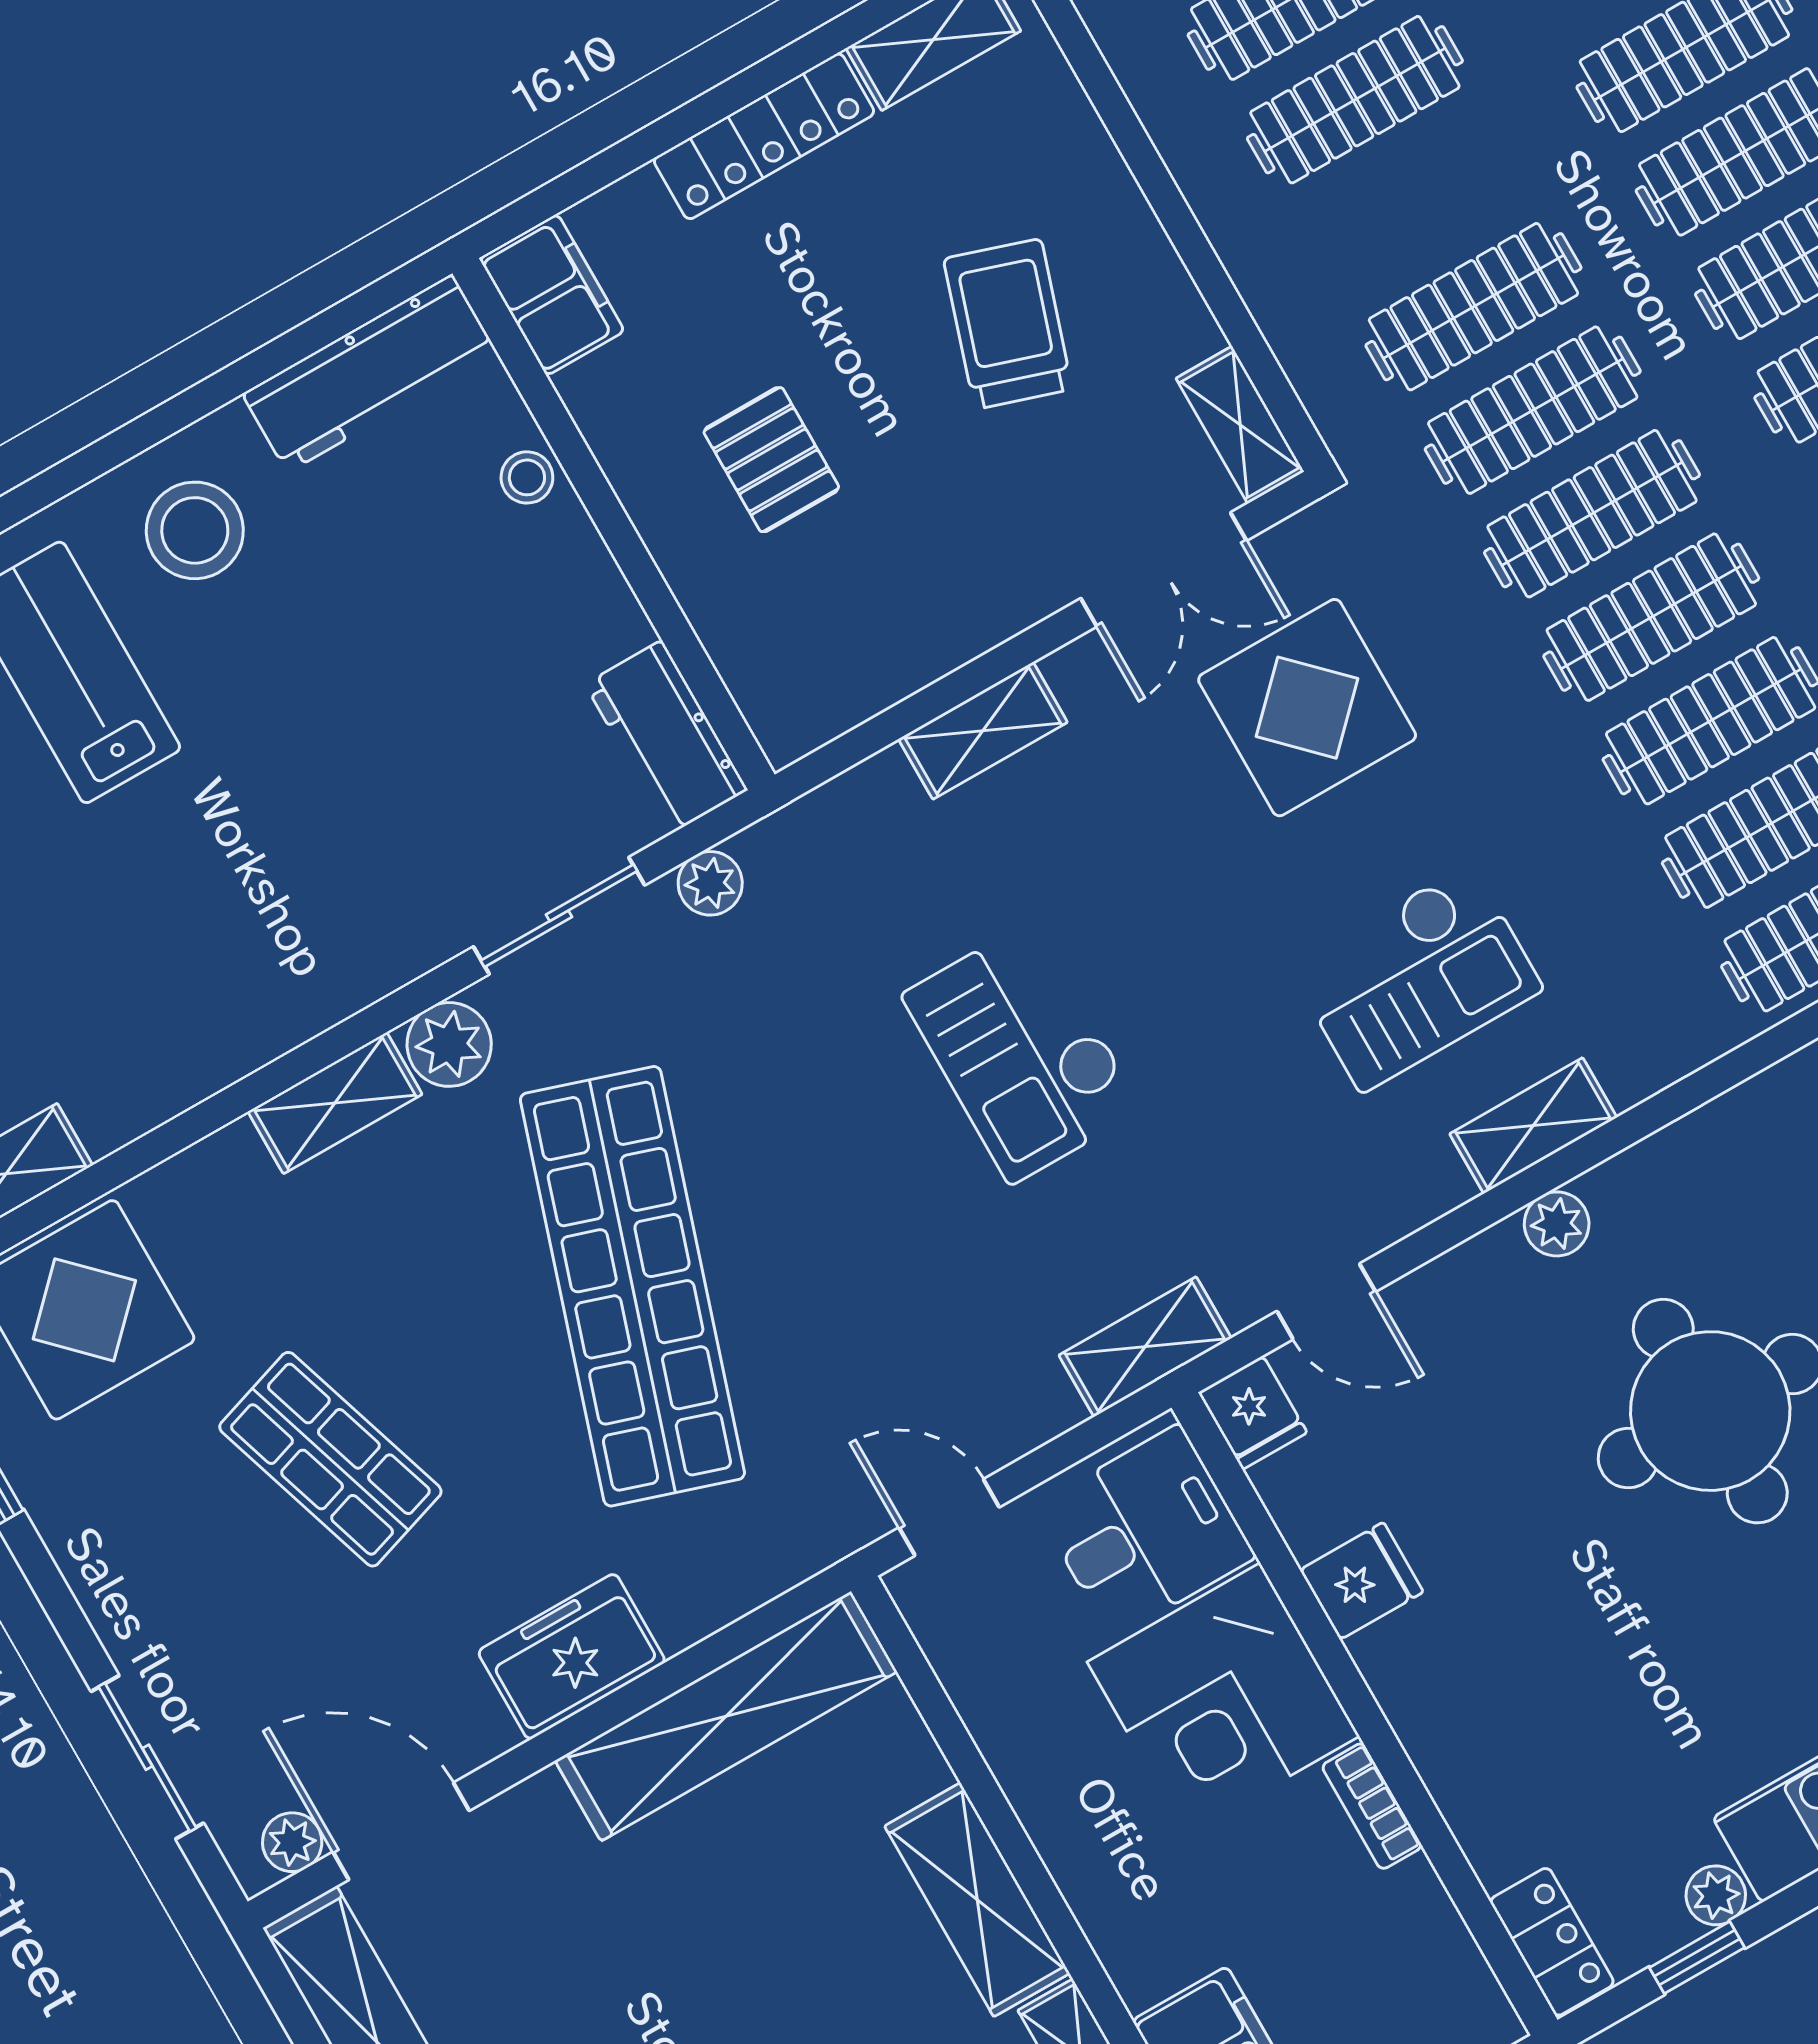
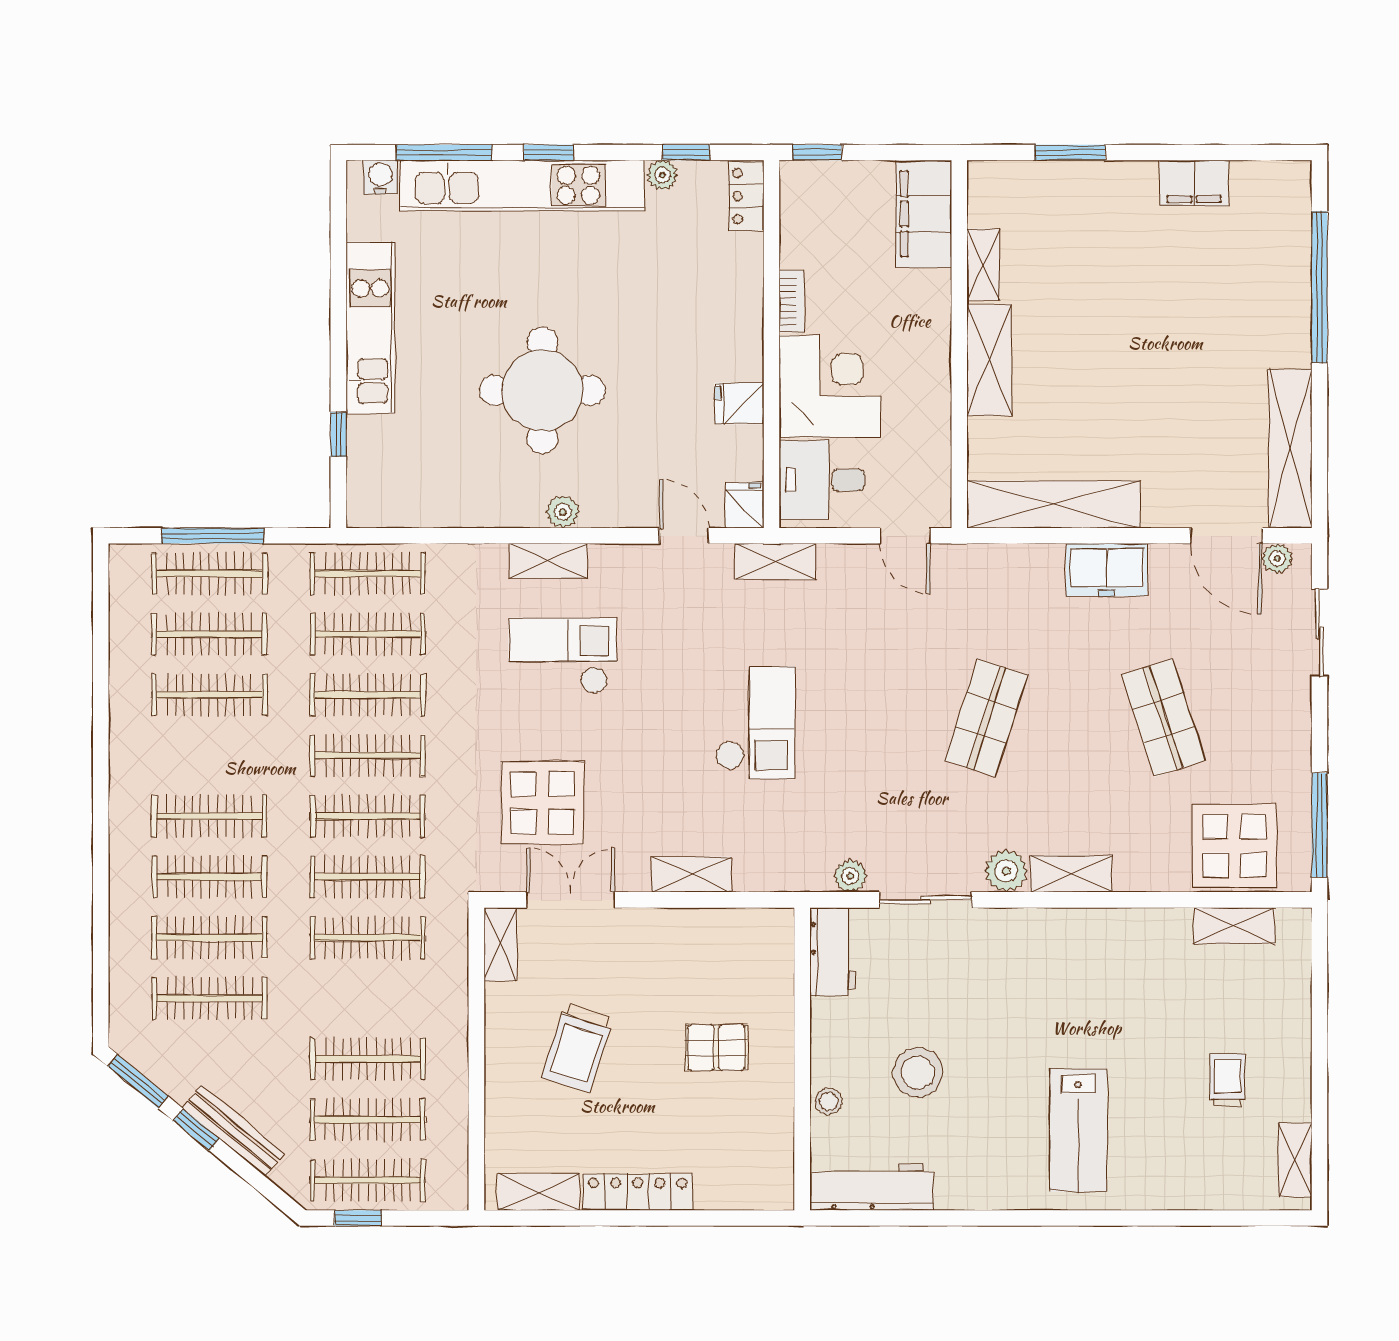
filing cabinet: (552, 295) -> (771, 1176), removed
pallet: (771, 460) -> (716, 1048), turned 90
stool: (195, 530) -> (918, 1073), moved
shop shelf: (632, 1286) -> (986, 718), width x0.50, depth x0.74

